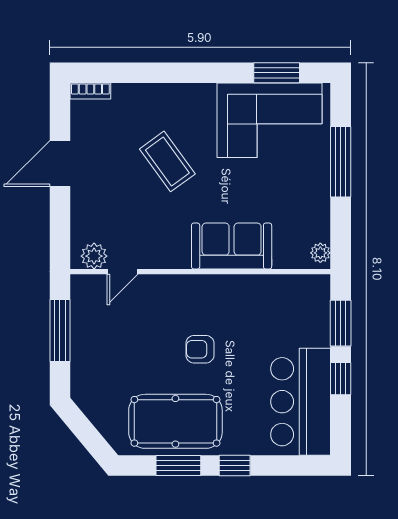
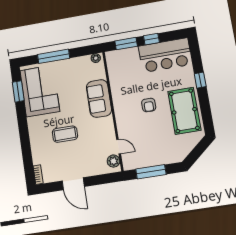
coffee table: (167, 161) -> (65, 134), turned 36
window: (178, 466) -> (205, 106), removed

